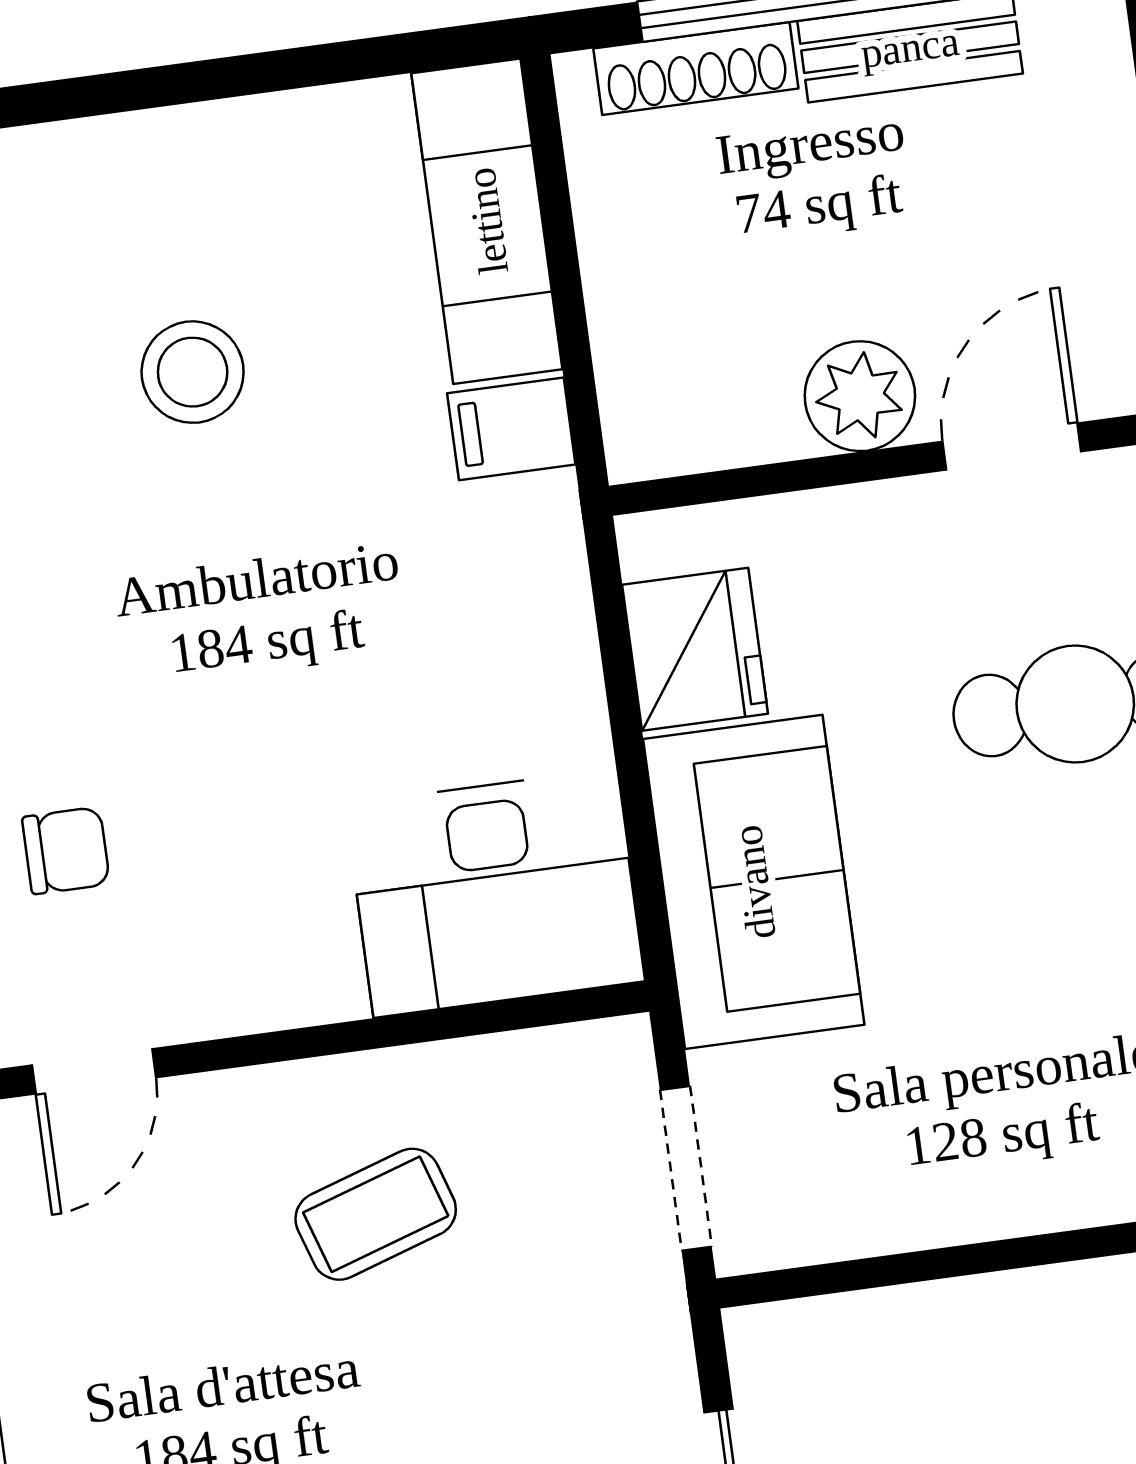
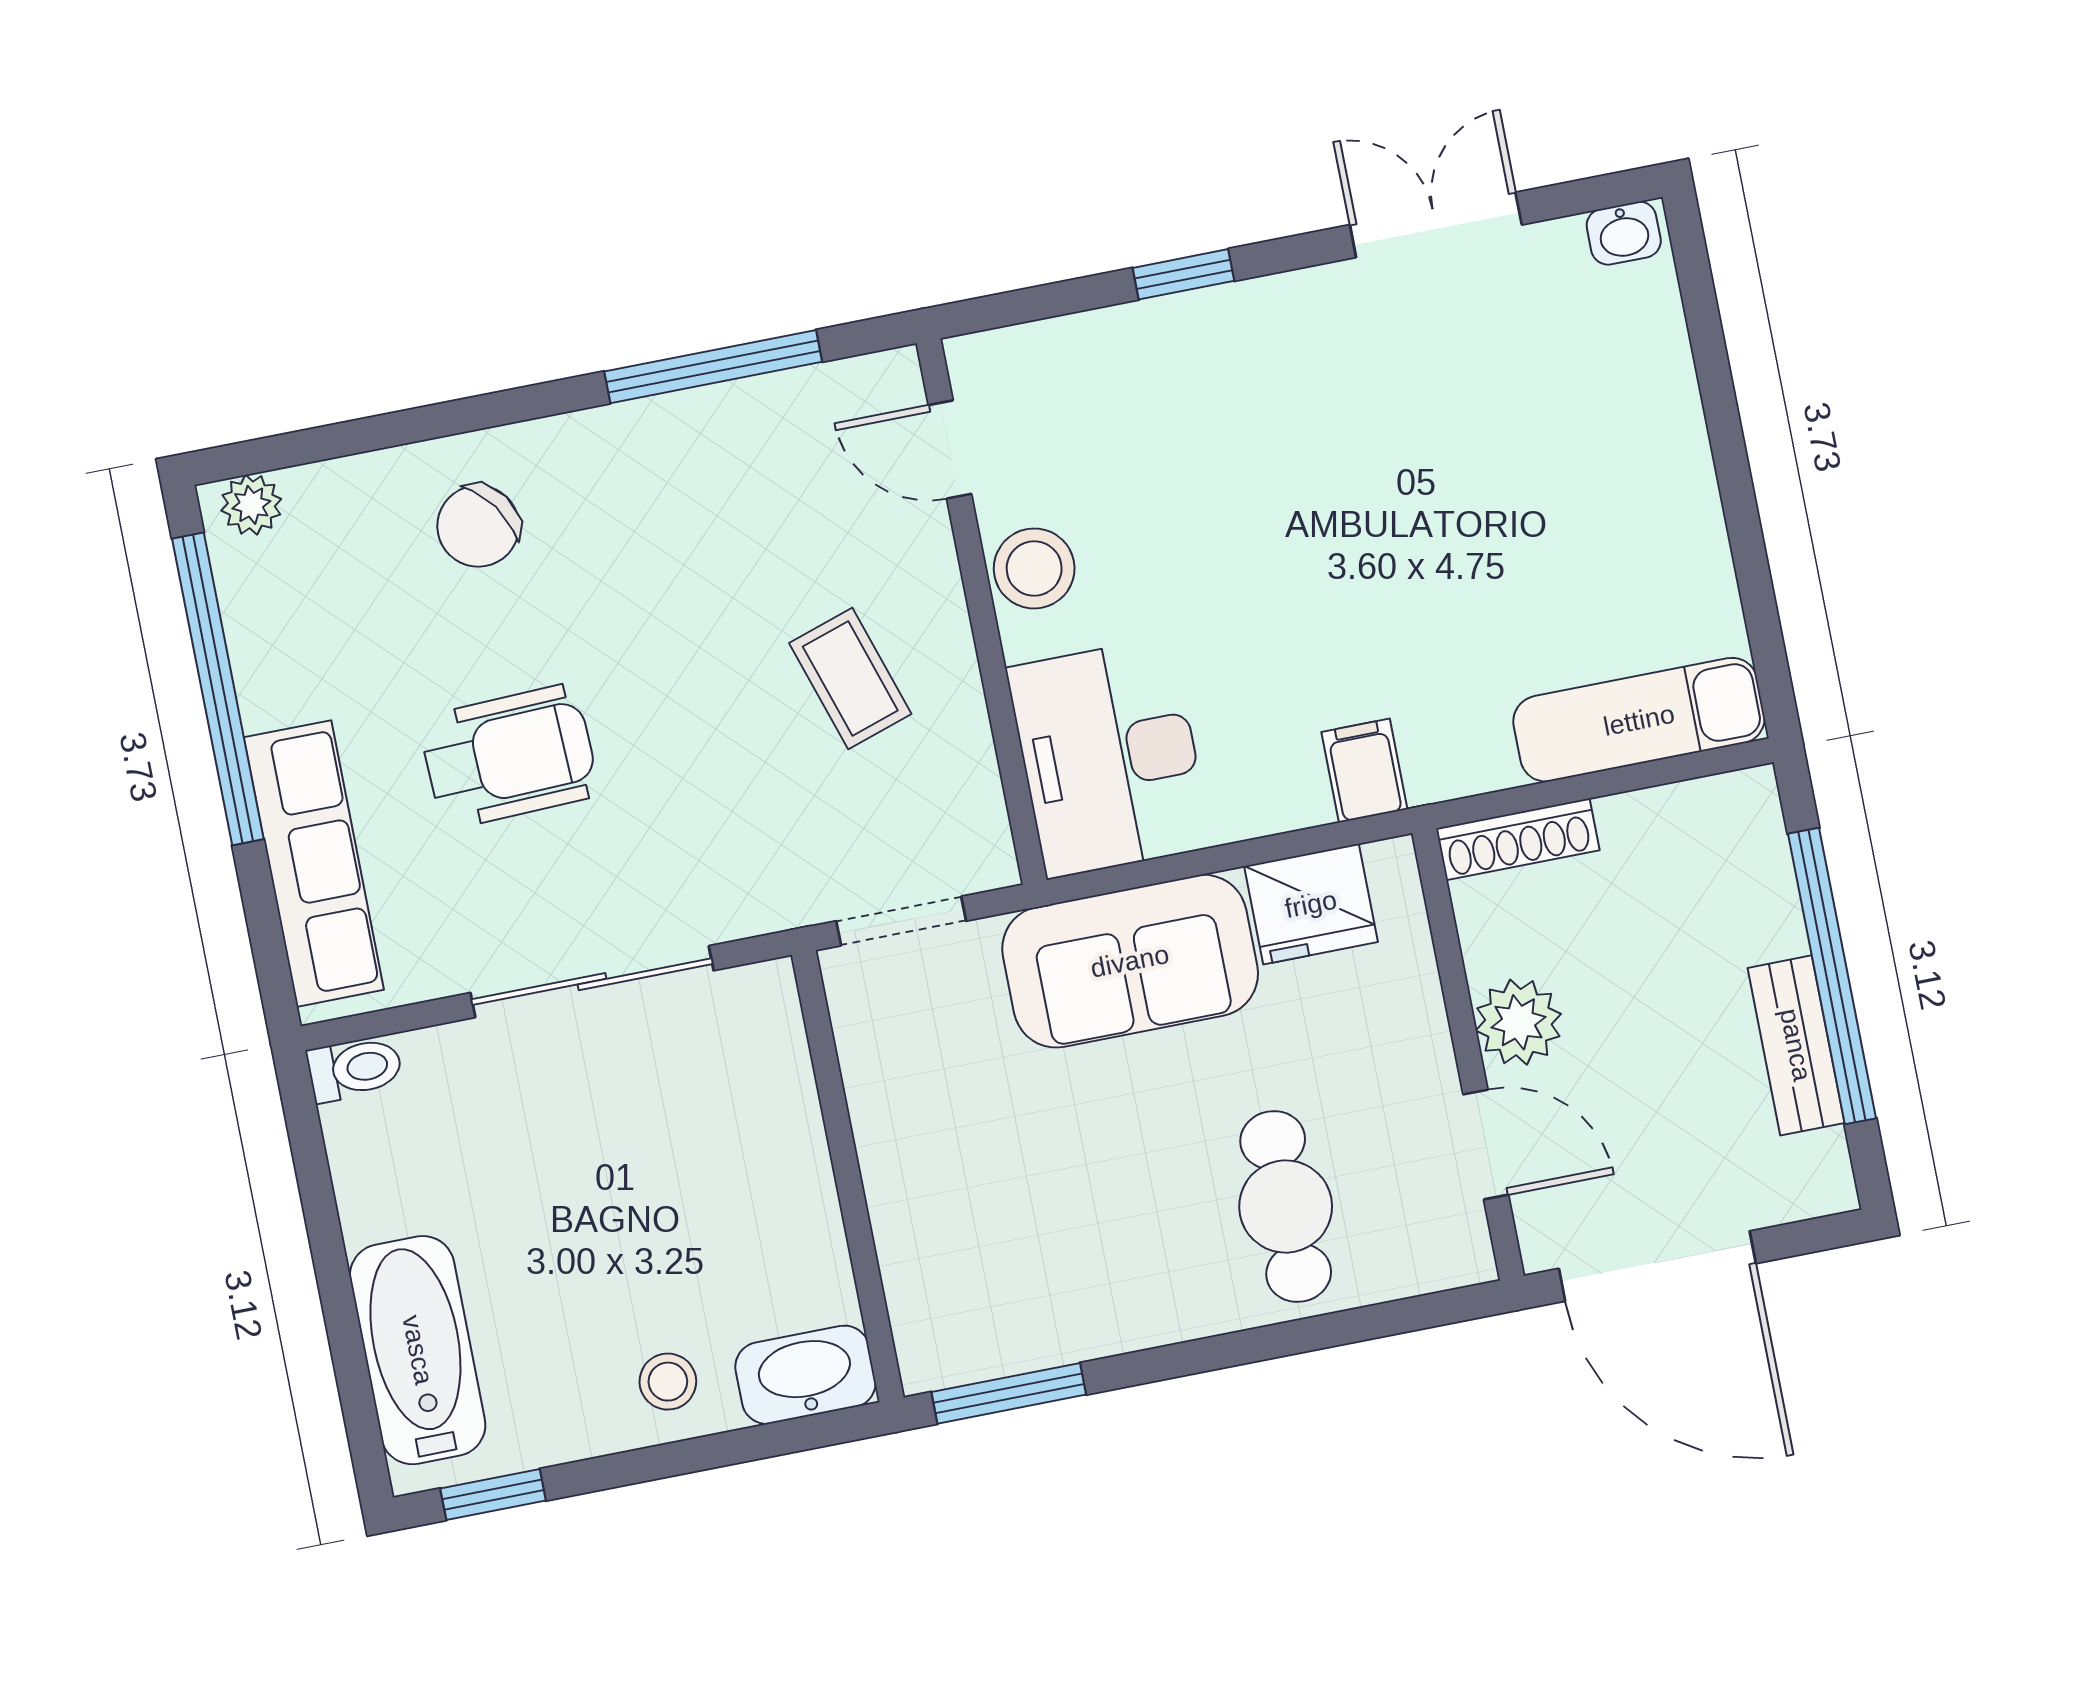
shoe rack: (696, 68) -> (1518, 839), moved, turned -90
stool: (193, 372) -> (1034, 568), moved
filing cabinet: (511, 429) -> (1364, 771), moved
chair: (66, 851) -> (1123, 417), removed

